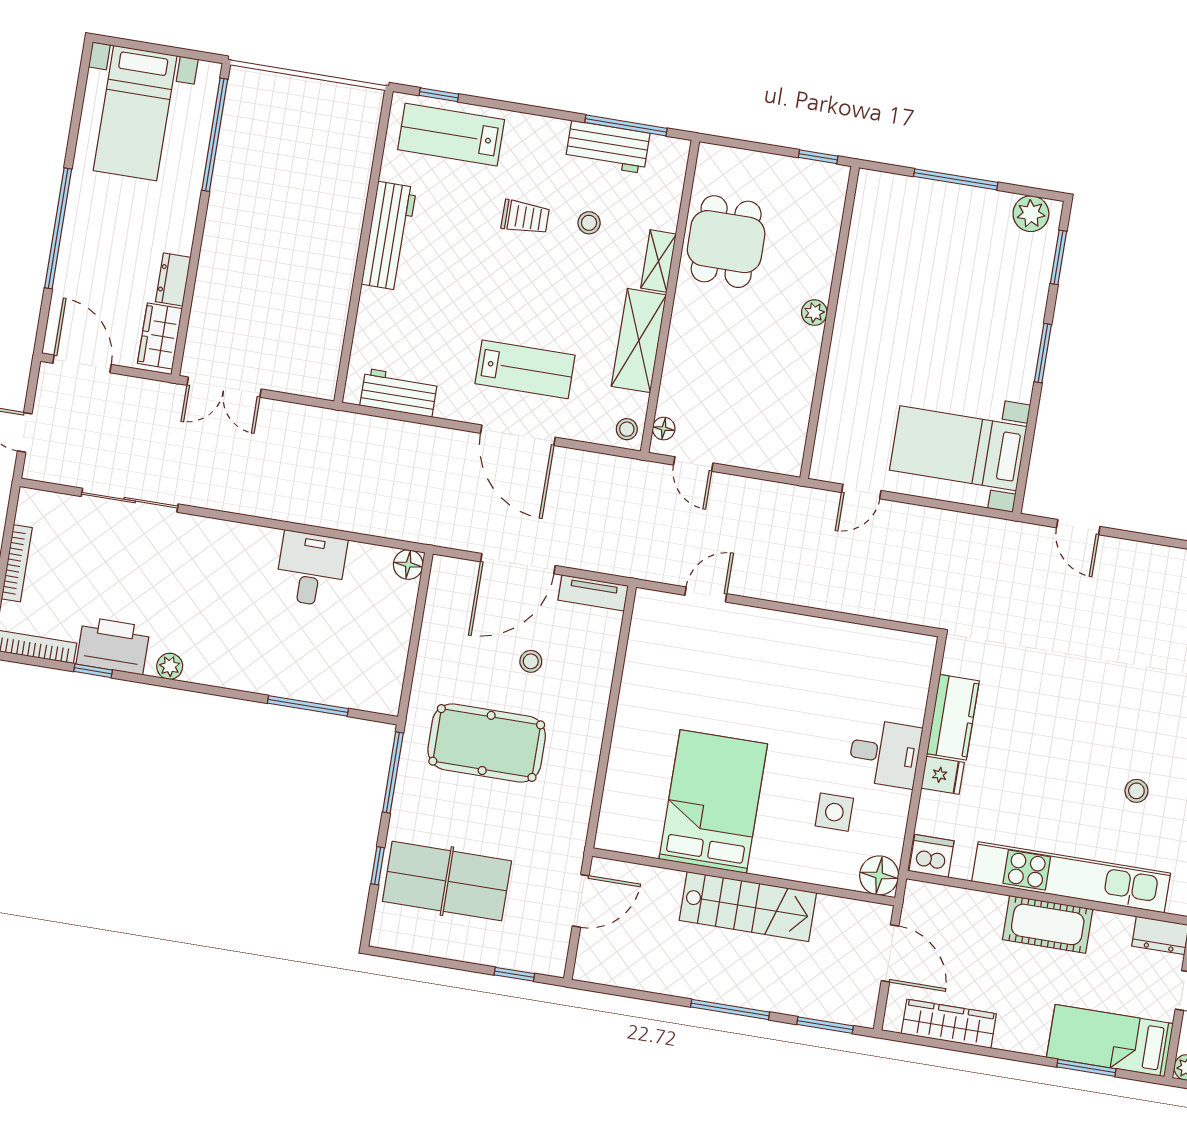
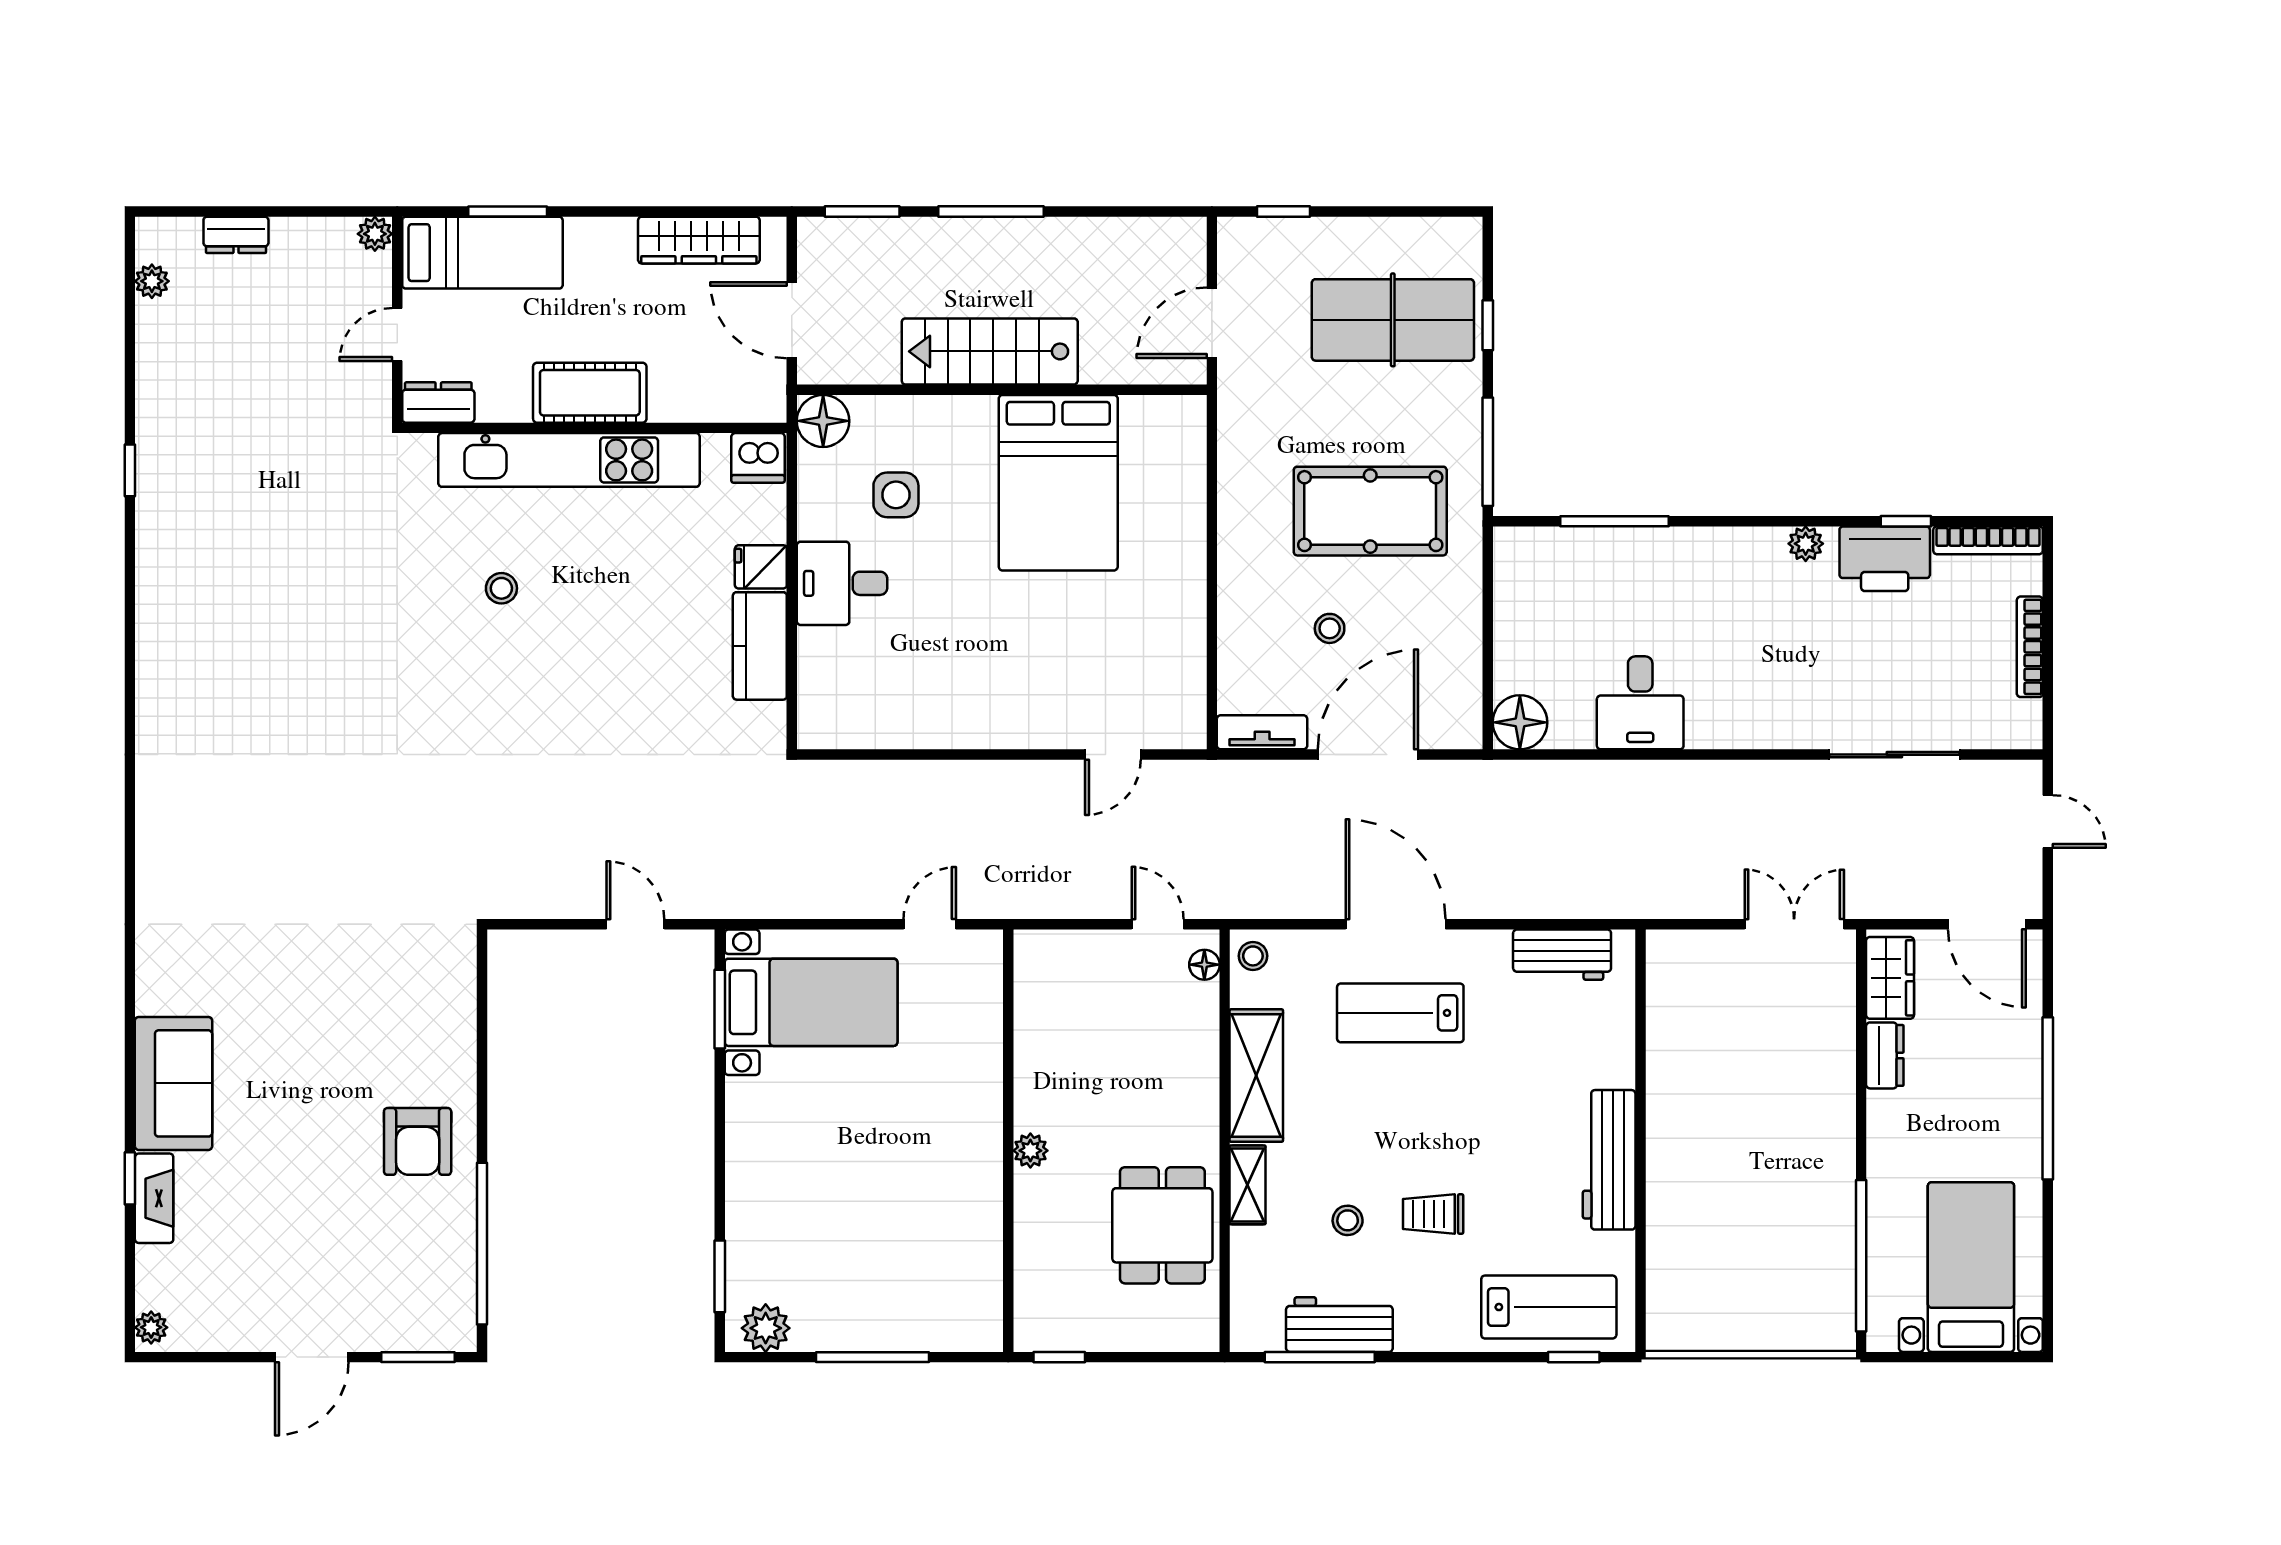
window: (1043, 353) -> (720, 1009), moved
floor lamp: (408, 565) -> (1520, 722), width x1.38, depth x1.38

